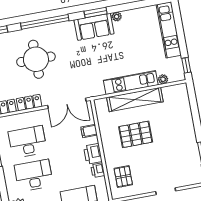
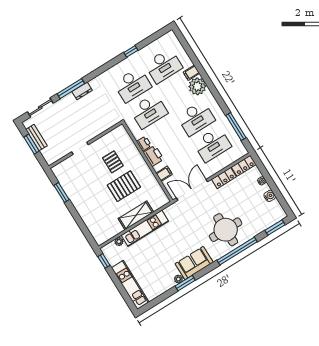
window: (96, 13) -> (185, 283), moved
round table: (36, 59) -> (226, 230), moved
shelving: (135, 99) -> (136, 215), width x0.68
pallet: (123, 177) -> (113, 162), moved

